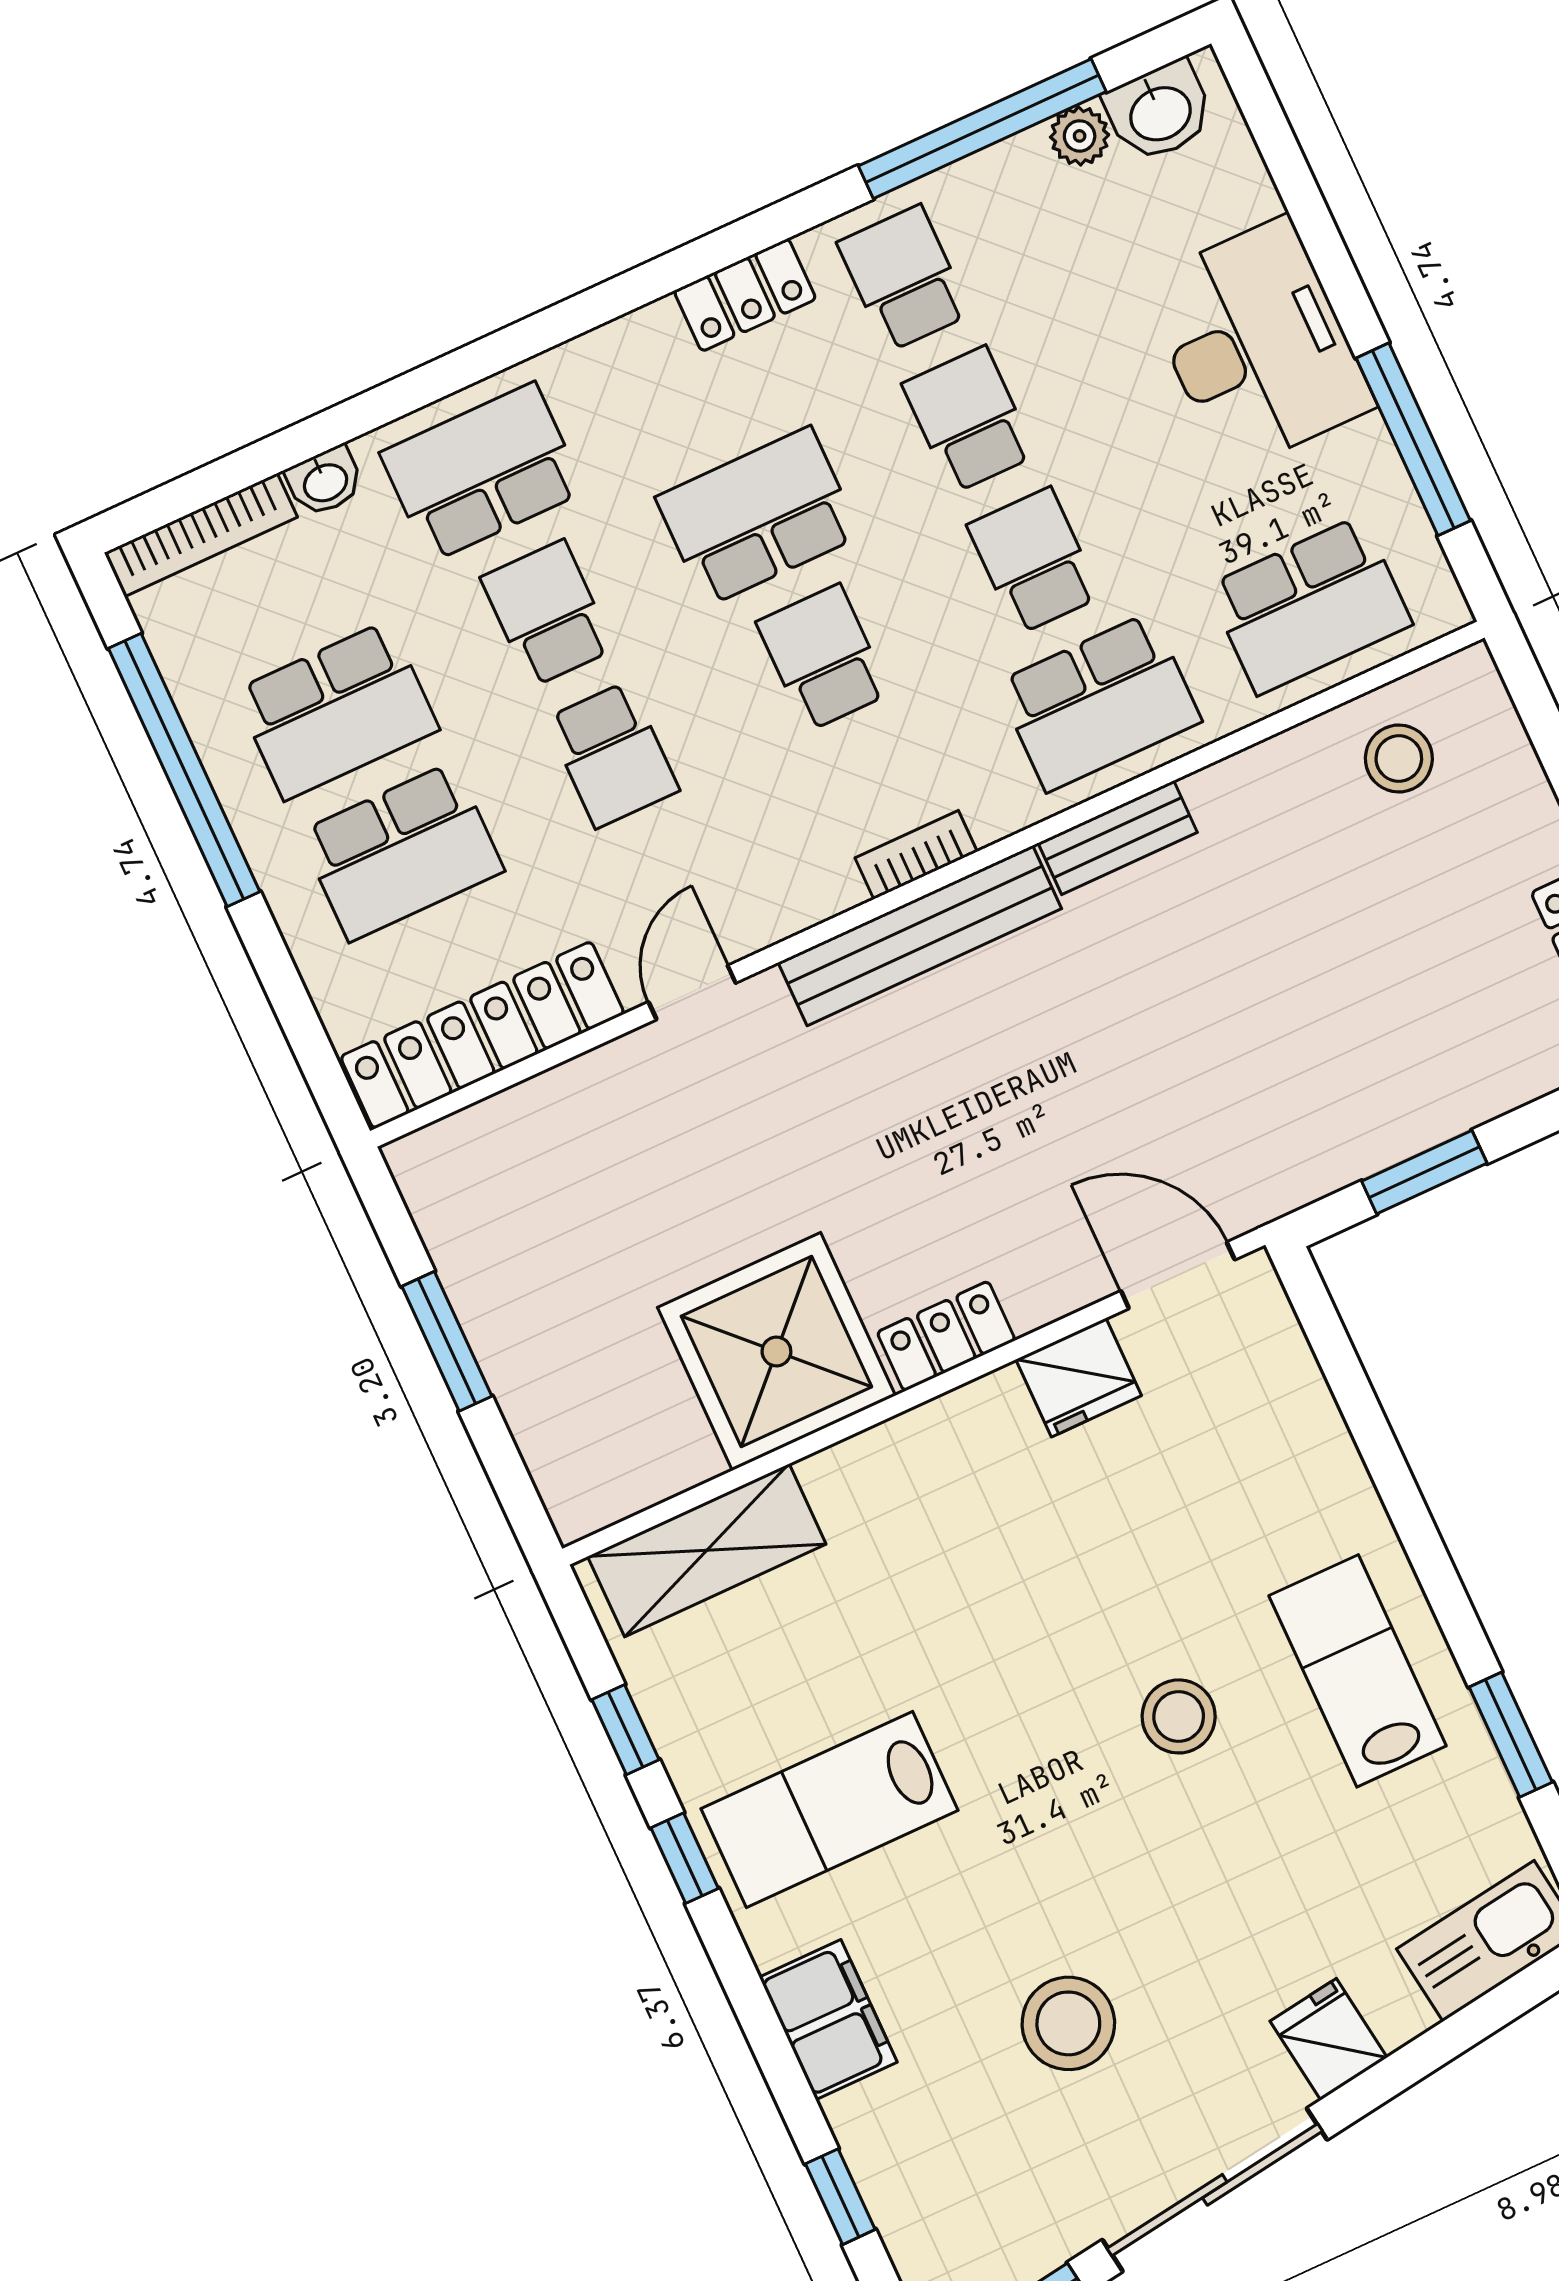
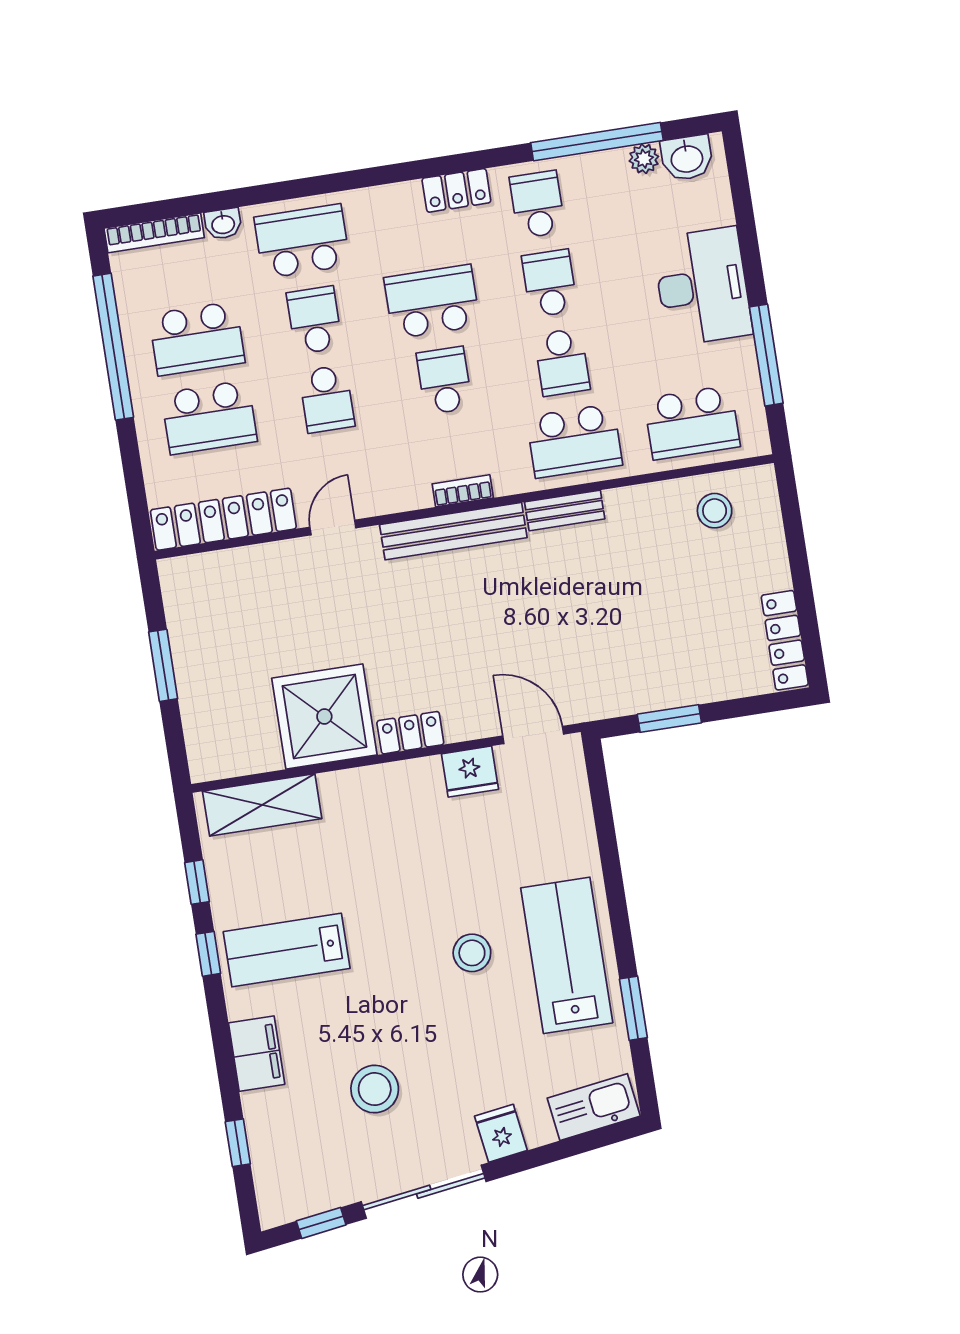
school desk: (1034, 561) -> (562, 362), turned 180
lab bench: (1358, 1671) -> (567, 955), width x1.36, depth x1.39

